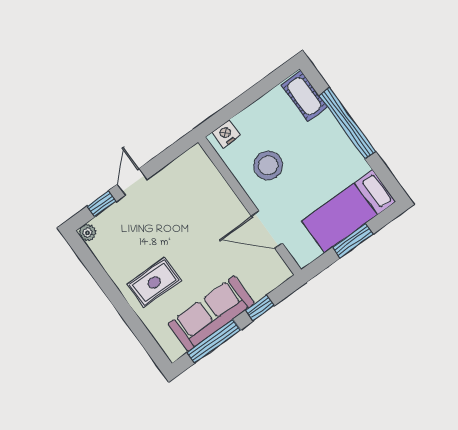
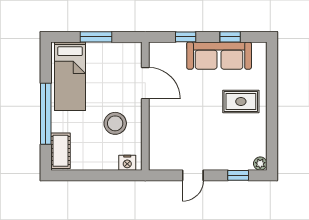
door: (132, 182) -> (193, 175), moved
bed: (349, 211) -> (70, 76), moved, turned 90
window: (214, 341) -> (230, 37), width x0.46

